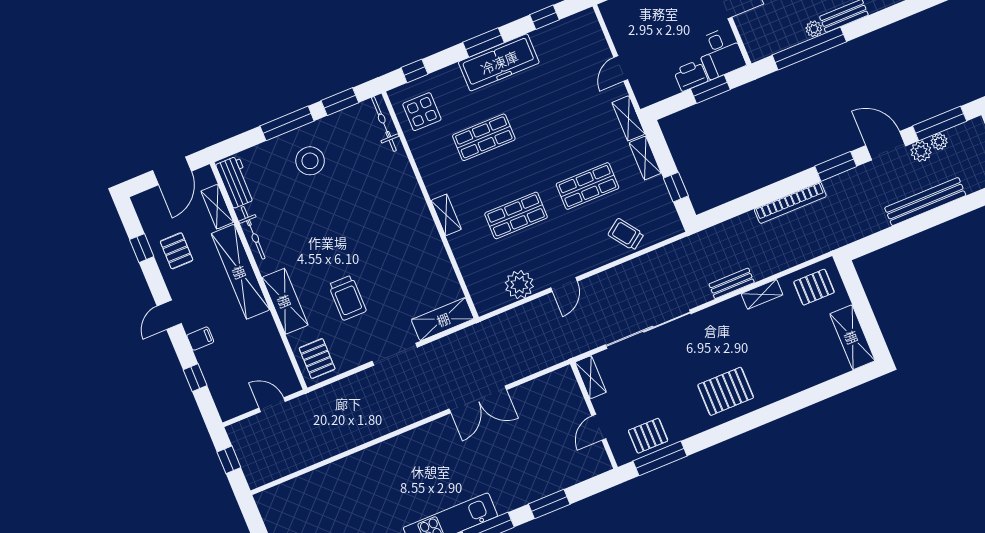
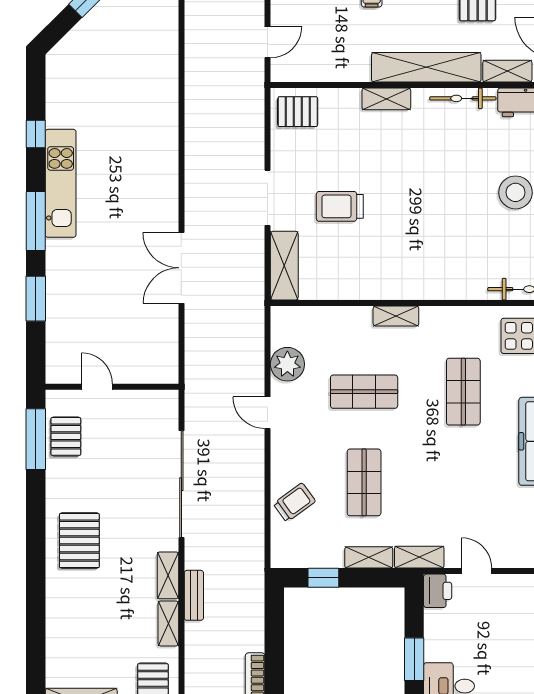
printer: (691, 76) -> (438, 591), moved
shop shelf: (516, 215) -> (364, 392), turned 90
trolley: (347, 298) -> (340, 206), moved
shelving: (285, 301) -> (386, 99), width x0.67, depth x0.75
shelving: (591, 377) -> (168, 575), moved, turned 90

